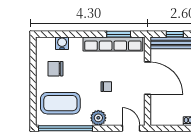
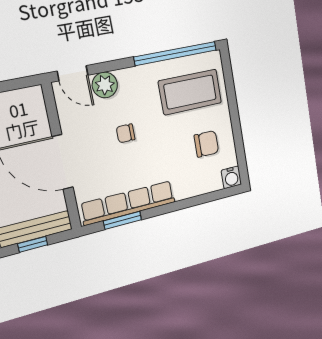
water cooler: (62, 43) -> (231, 177), moved
plant: (98, 118) -> (105, 85), moved

